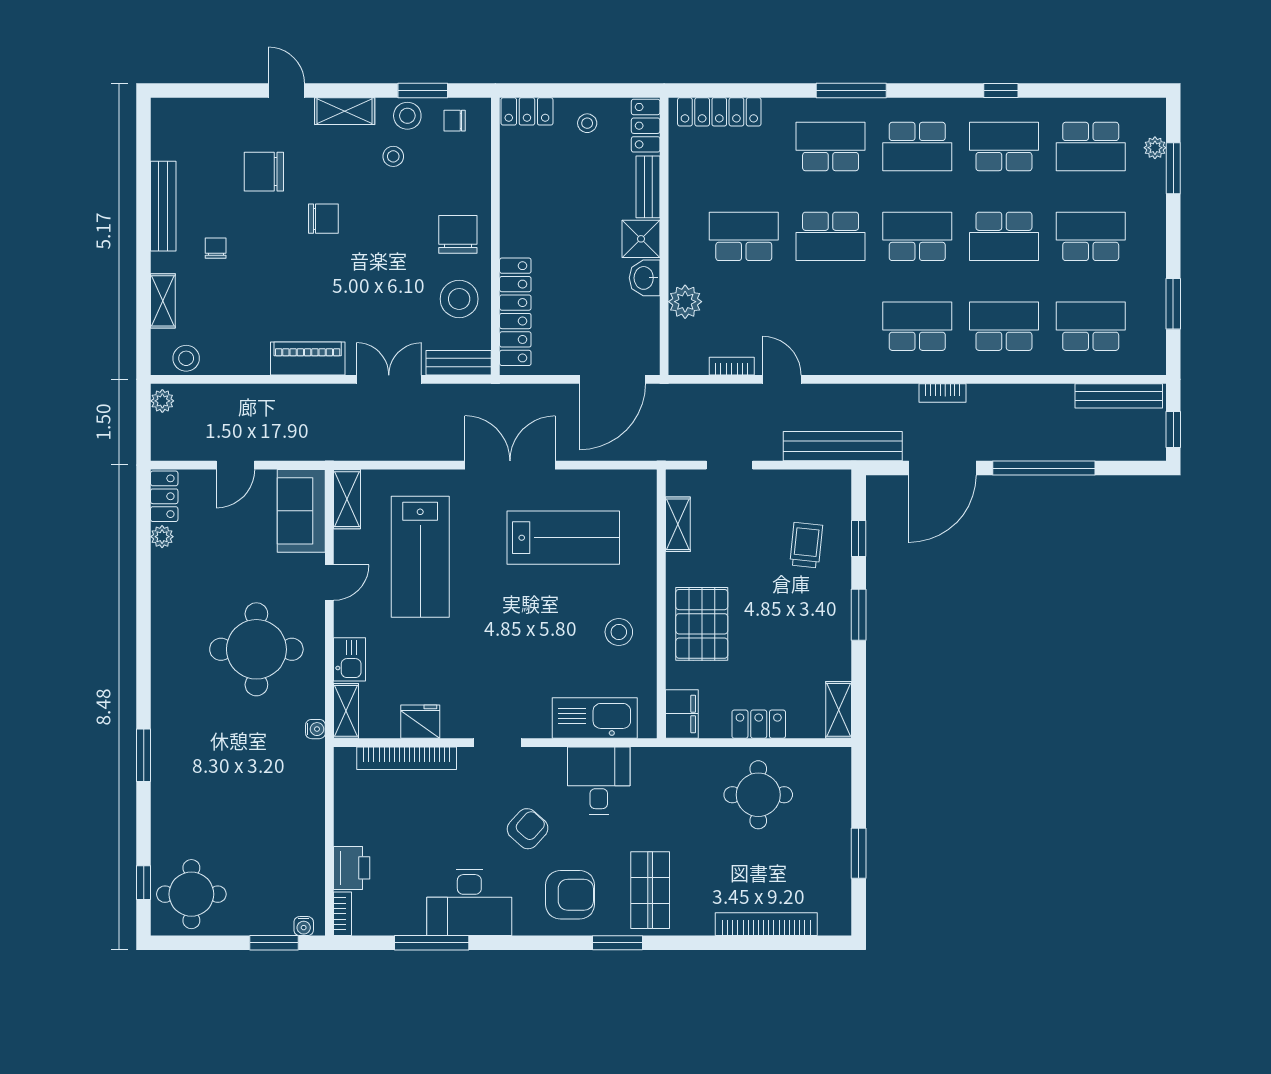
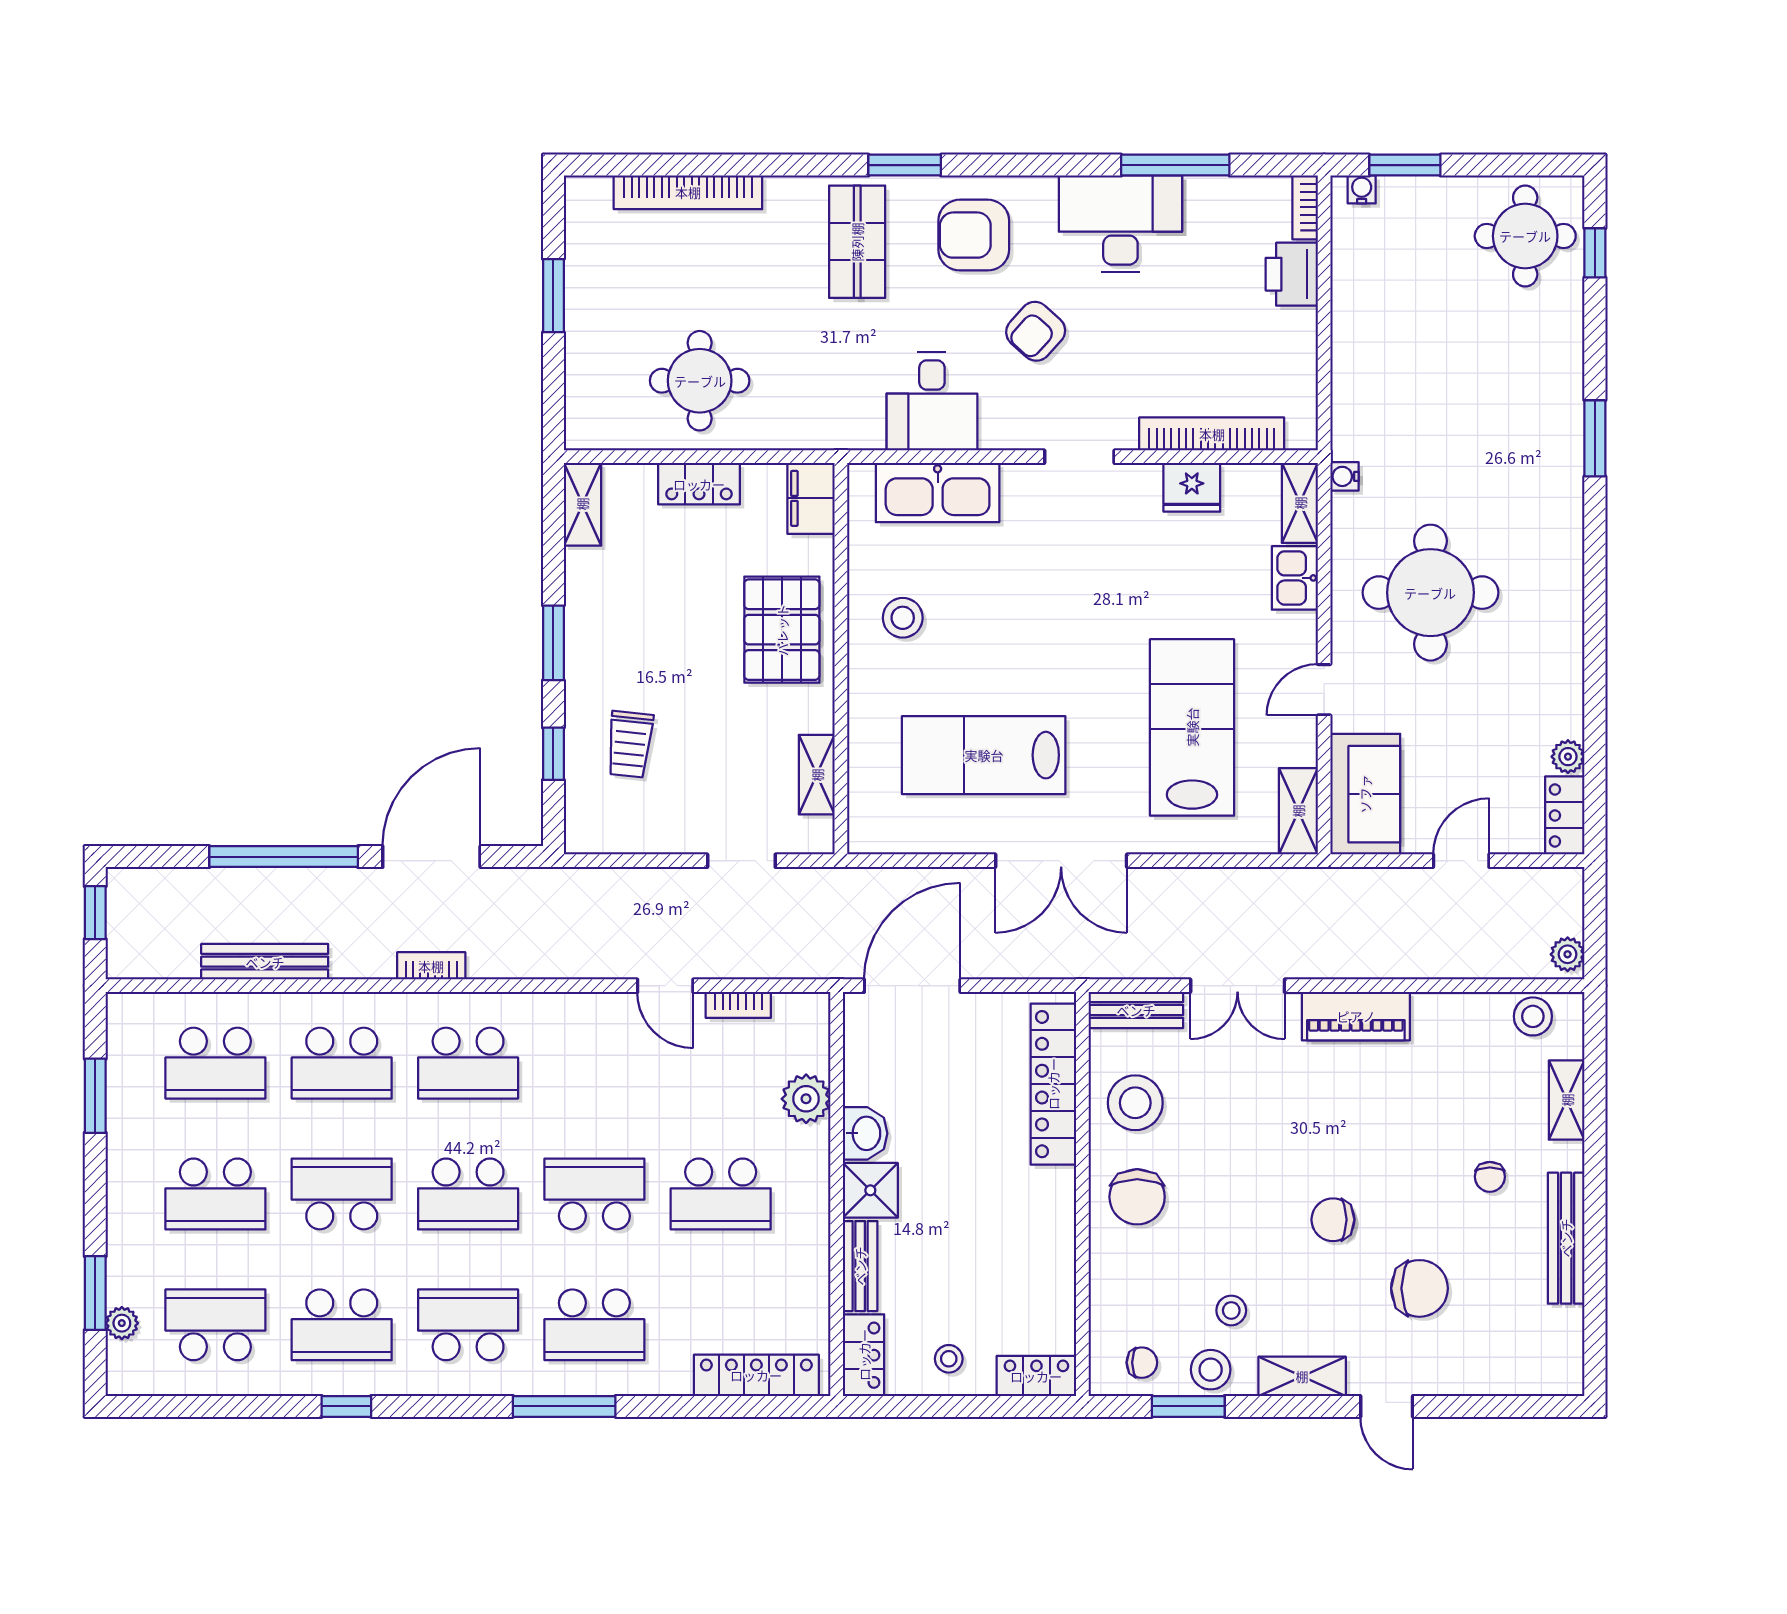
bench: (1119, 396) -> (265, 962), moved
bench: (843, 446) -> (577, 888), removed

